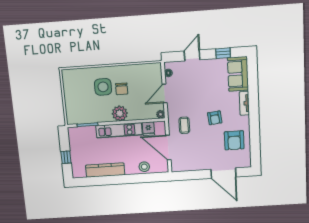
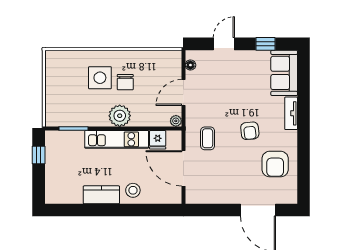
window: (66, 157) -> (39, 155), moved
stool: (144, 167) -> (133, 190), moved
kitchen counter: (105, 170) -> (101, 195), width x0.67

